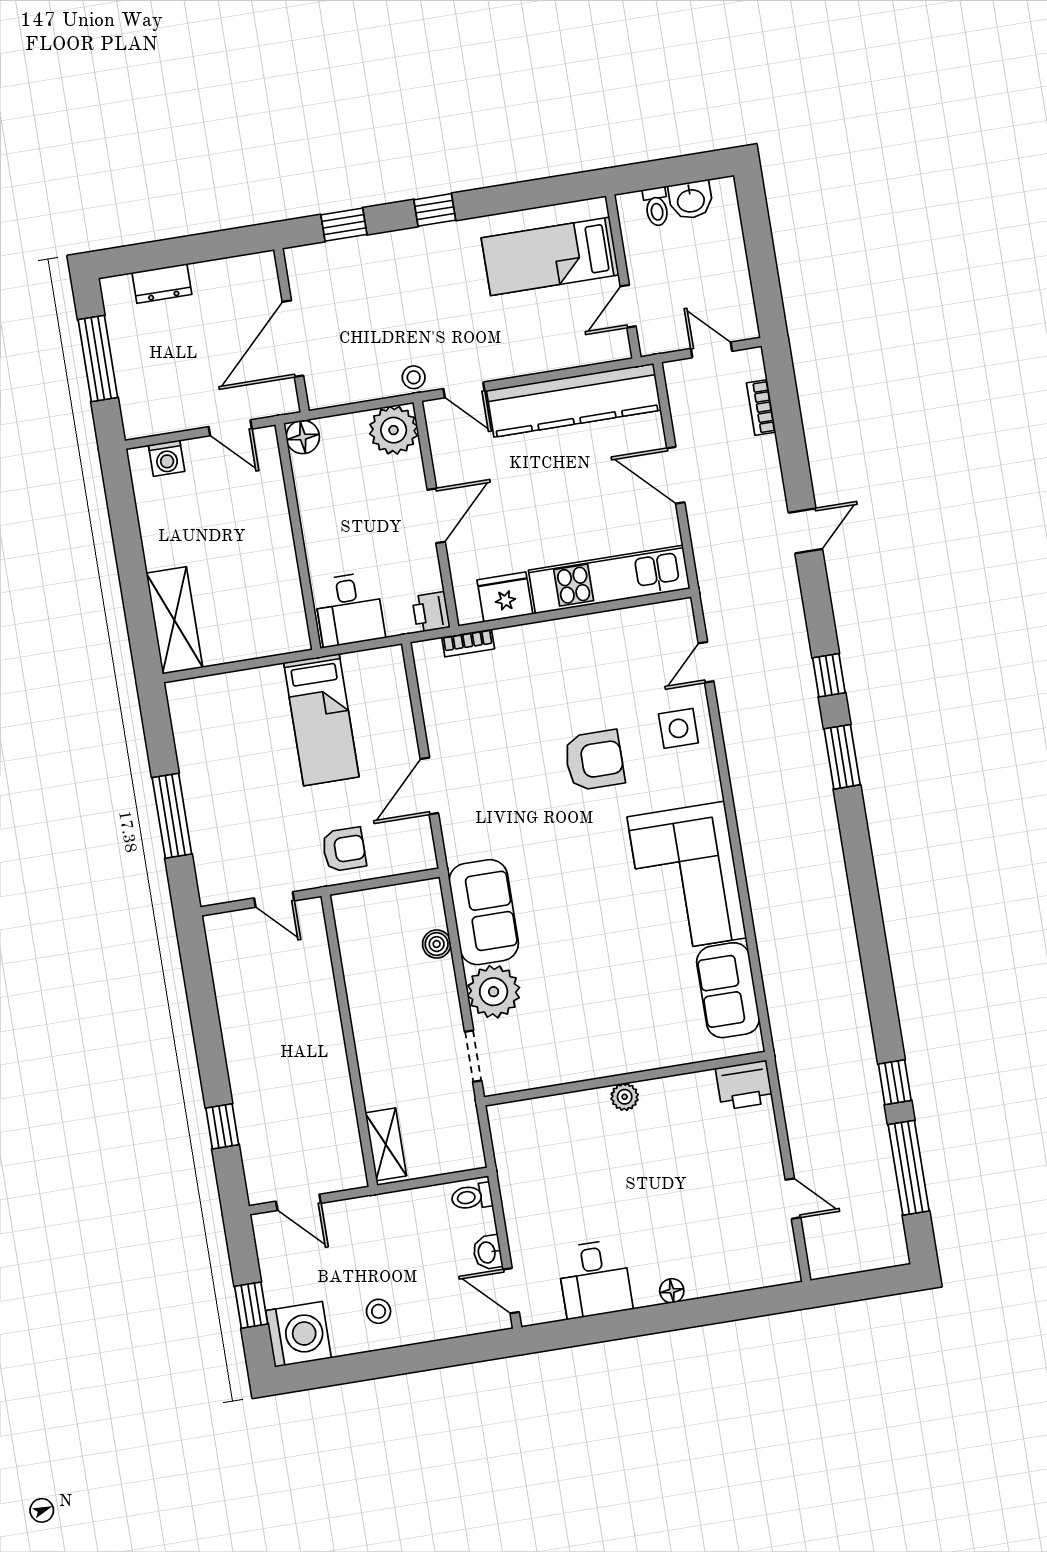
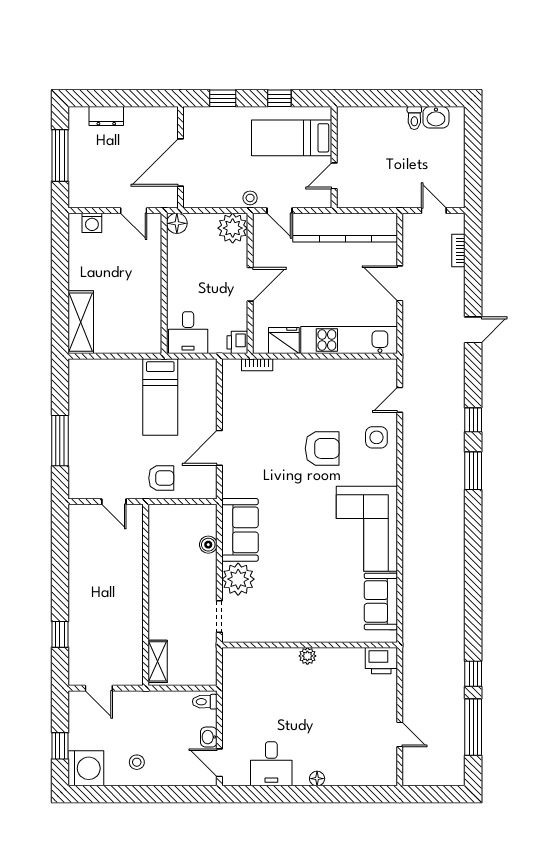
bed: (550, 256) -> (292, 138), moved
wall: (623, 276) -> (334, 157), moved
door: (628, 306) -> (334, 176), moved

